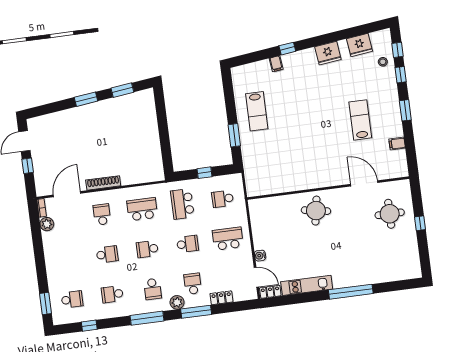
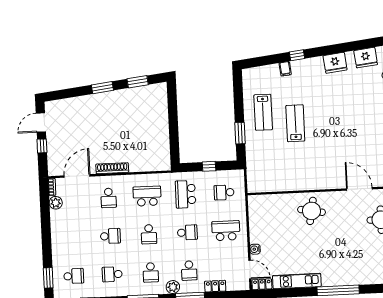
lab bench: (360, 120) -> (295, 123), moved
school desk: (102, 214) -> (109, 198), turned 180
school desk: (147, 249) -> (149, 234), turned -90
school desk: (193, 284) -> (189, 271), turned 180

